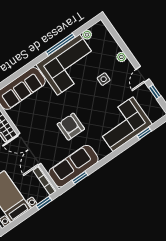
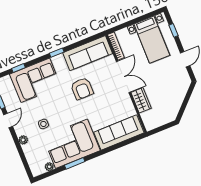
window: (60, 44) -> (75, 163), width x0.69
window: (80, 178) -> (57, 53), moved
window: (44, 203) -> (121, 26), removed

